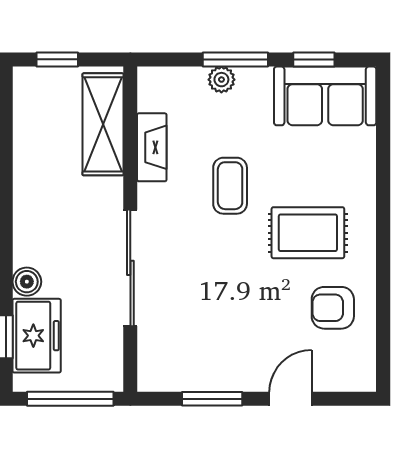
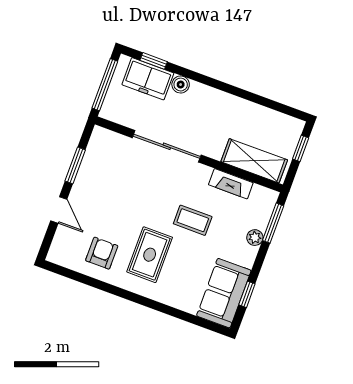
window: (235, 59) -> (273, 223), moved

